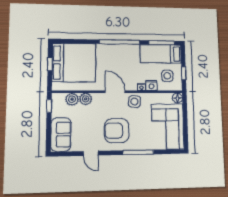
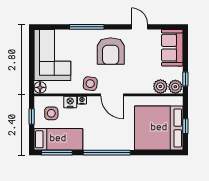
plant: (86, 99) -> (175, 87), moved
armchair: (117, 131) -> (111, 51), turned 90

